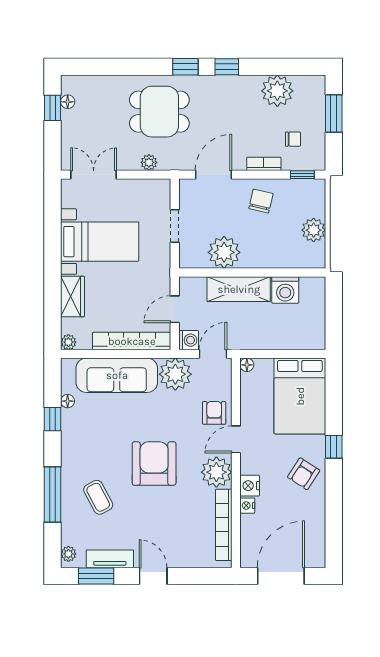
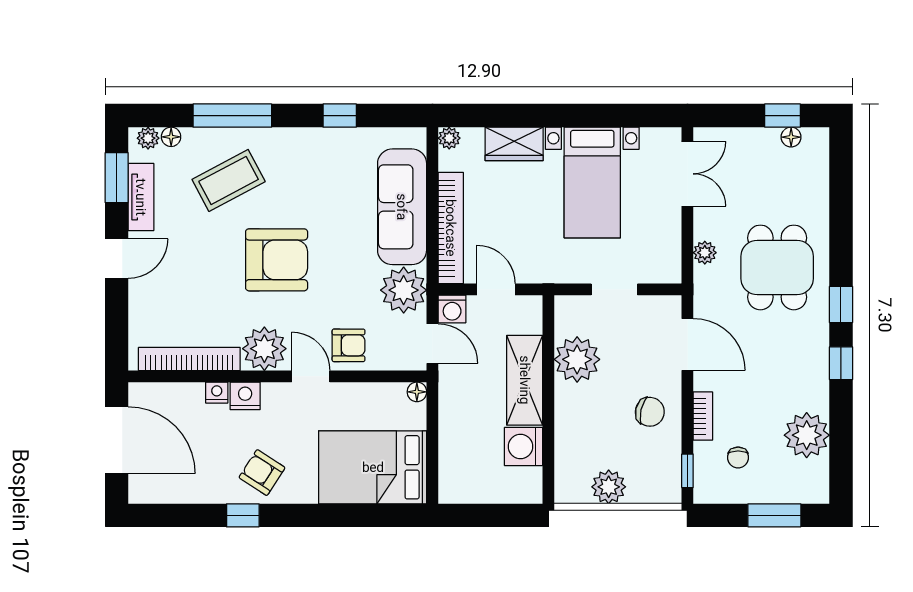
floor lamp: (68, 401) -> (171, 137), moved
window: (334, 447) -> (243, 515), moved
coffee table: (98, 497) -> (229, 180), width x1.36, depth x1.30

